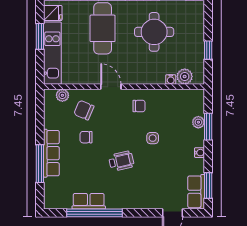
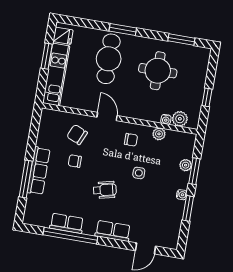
plant: (62, 95) -> (159, 134), moved
window: (208, 185) -> (188, 208), moved
row of seats: (196, 192) -> (113, 231), moved, turned 90

